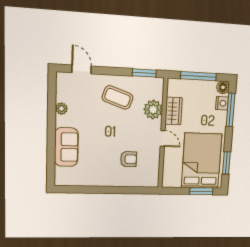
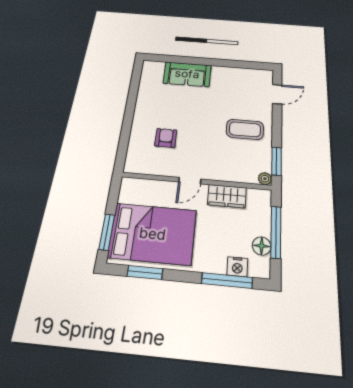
floor lamp: (223, 87) -> (262, 246), moved
coffee table: (118, 97) -> (245, 129), turned 71
plant: (61, 109) -> (232, 72), removed
plant: (153, 110) -> (265, 179), moved, width x0.53, depth x0.53
armchair: (129, 159) -> (166, 138), turned 180

